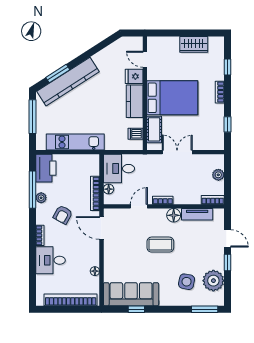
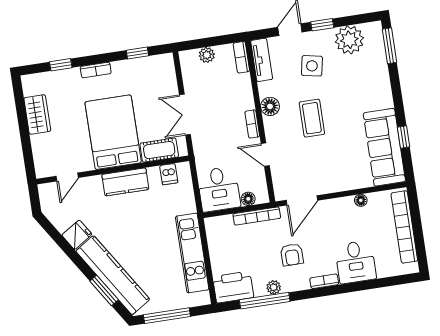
fridge: (134, 76) -> (77, 235), moved, turned -123
tv unit: (197, 214) -> (262, 60), moved
armchair: (63, 215) -> (292, 255), turned 61
side table: (187, 282) -> (312, 66), moved

